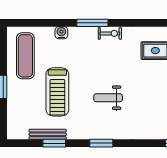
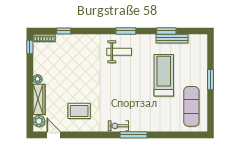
water cooler: (61, 33) -> (160, 126), removed
weight bench: (108, 98) -> (119, 52), moved

